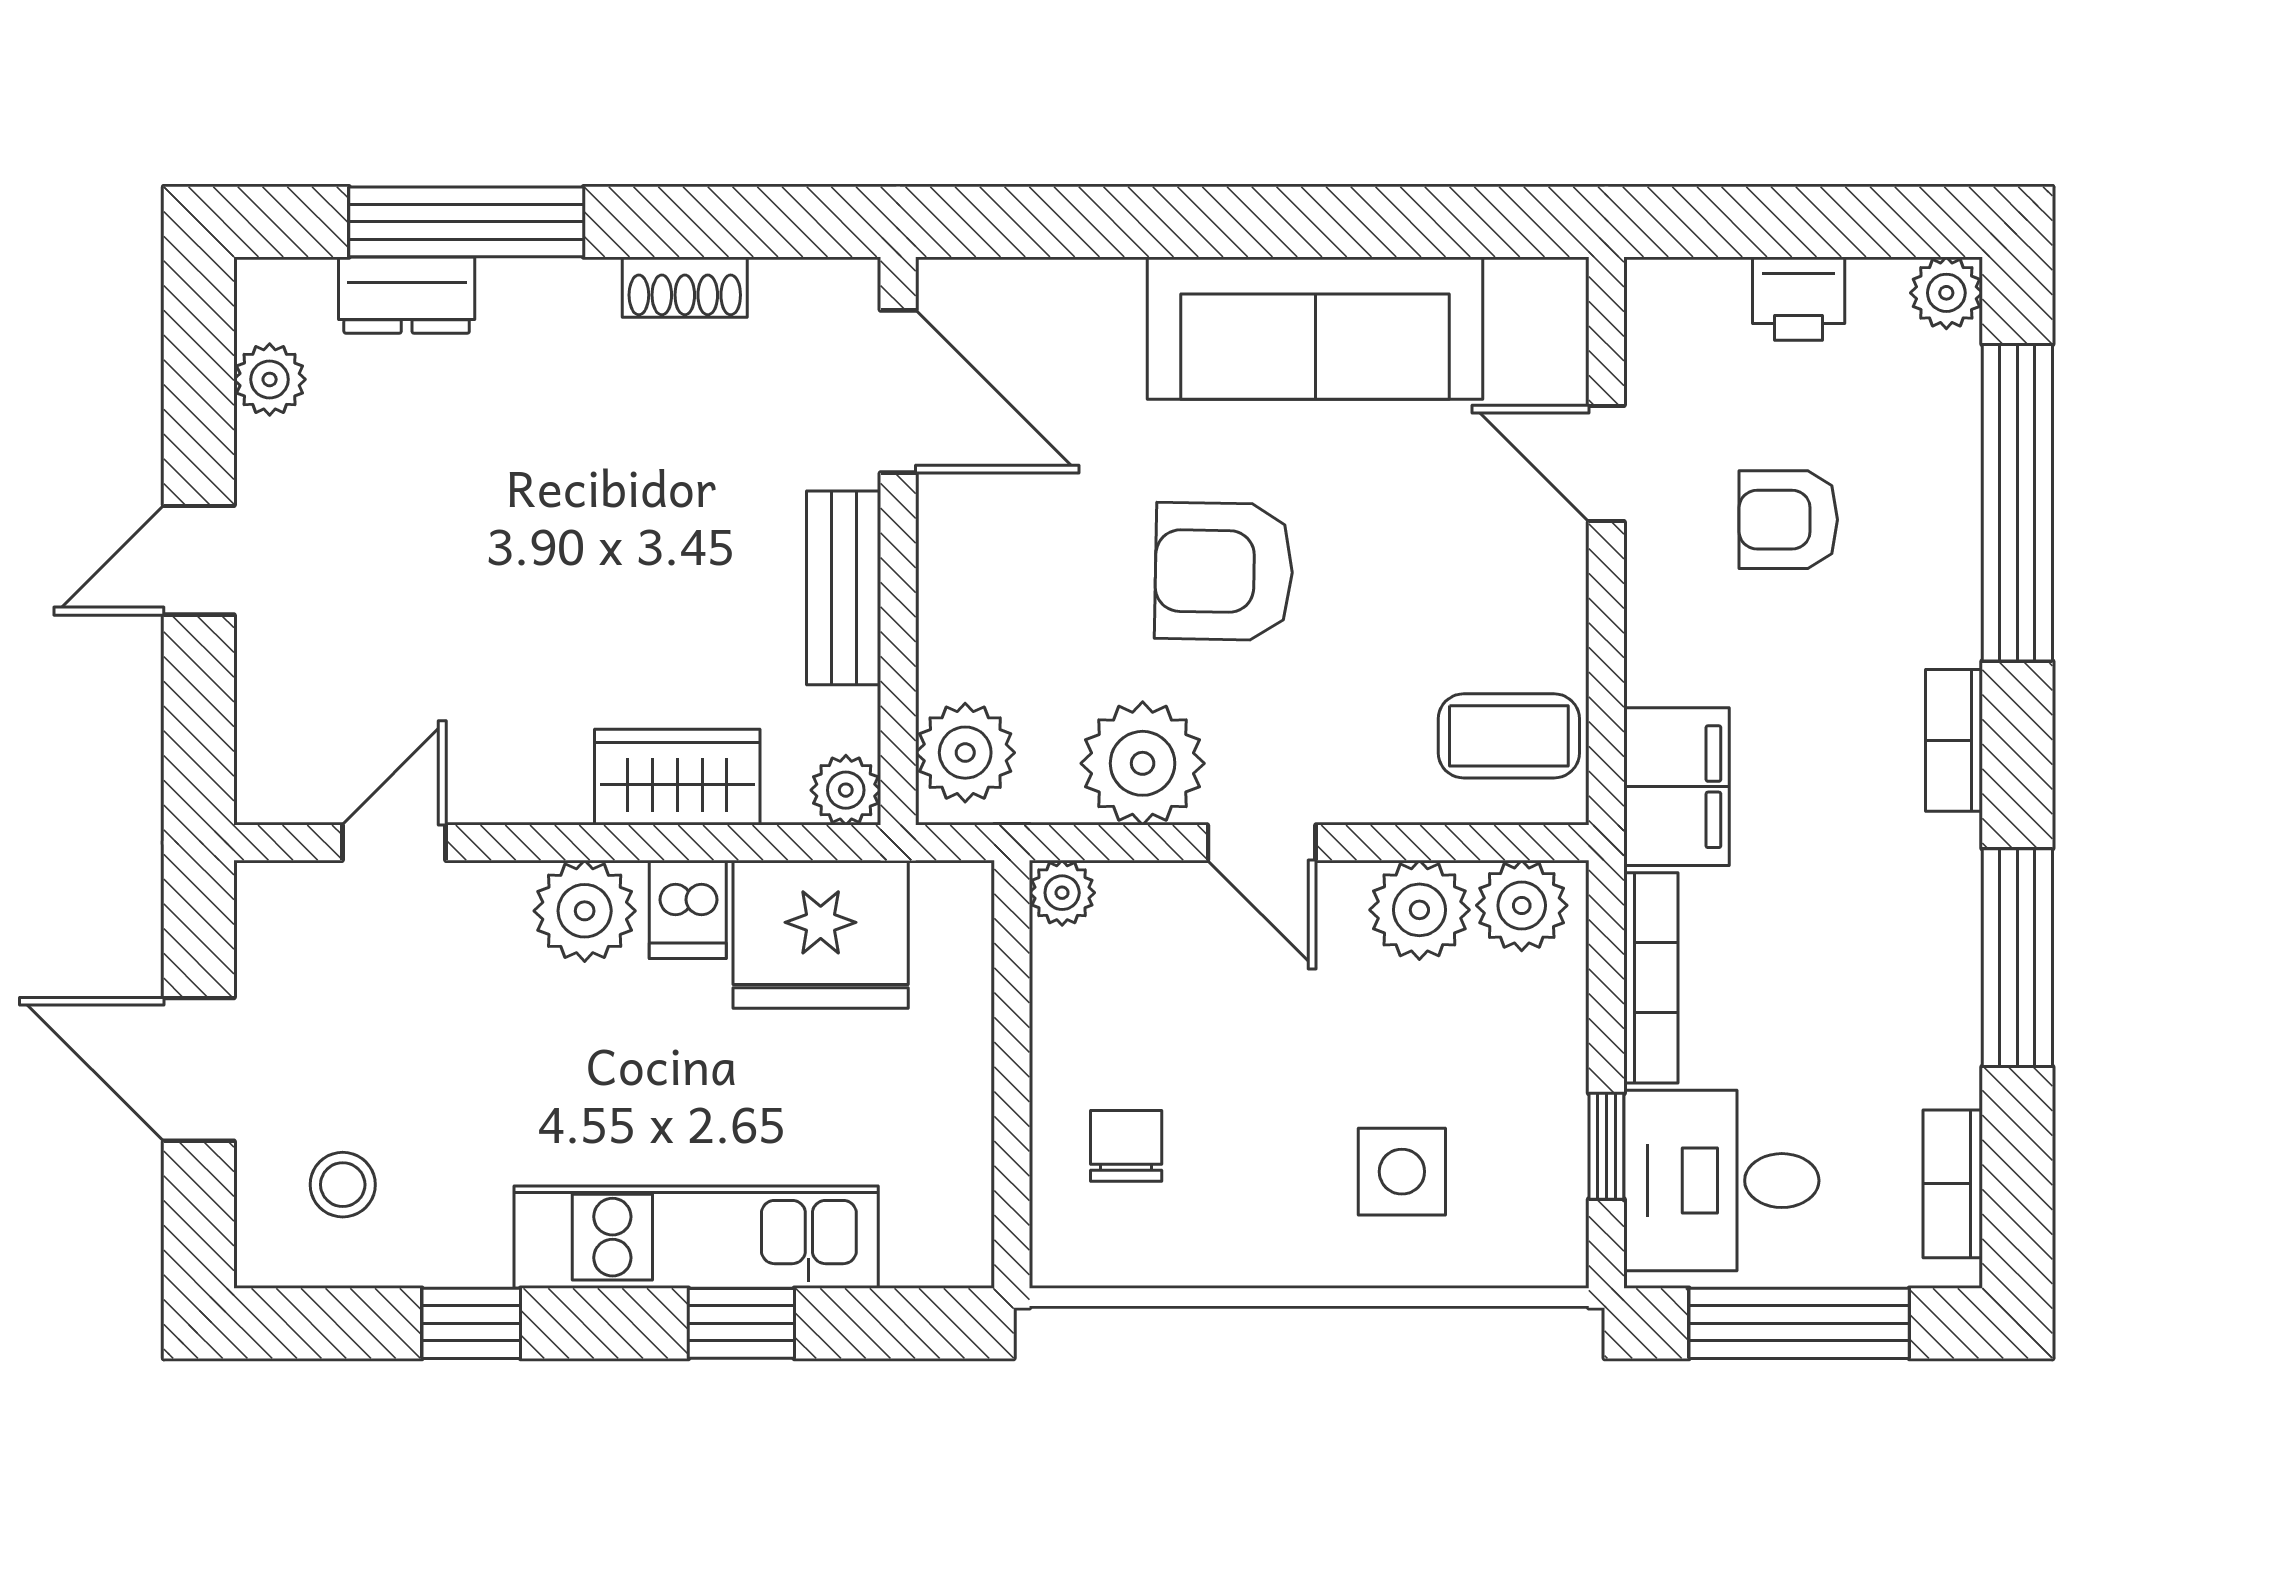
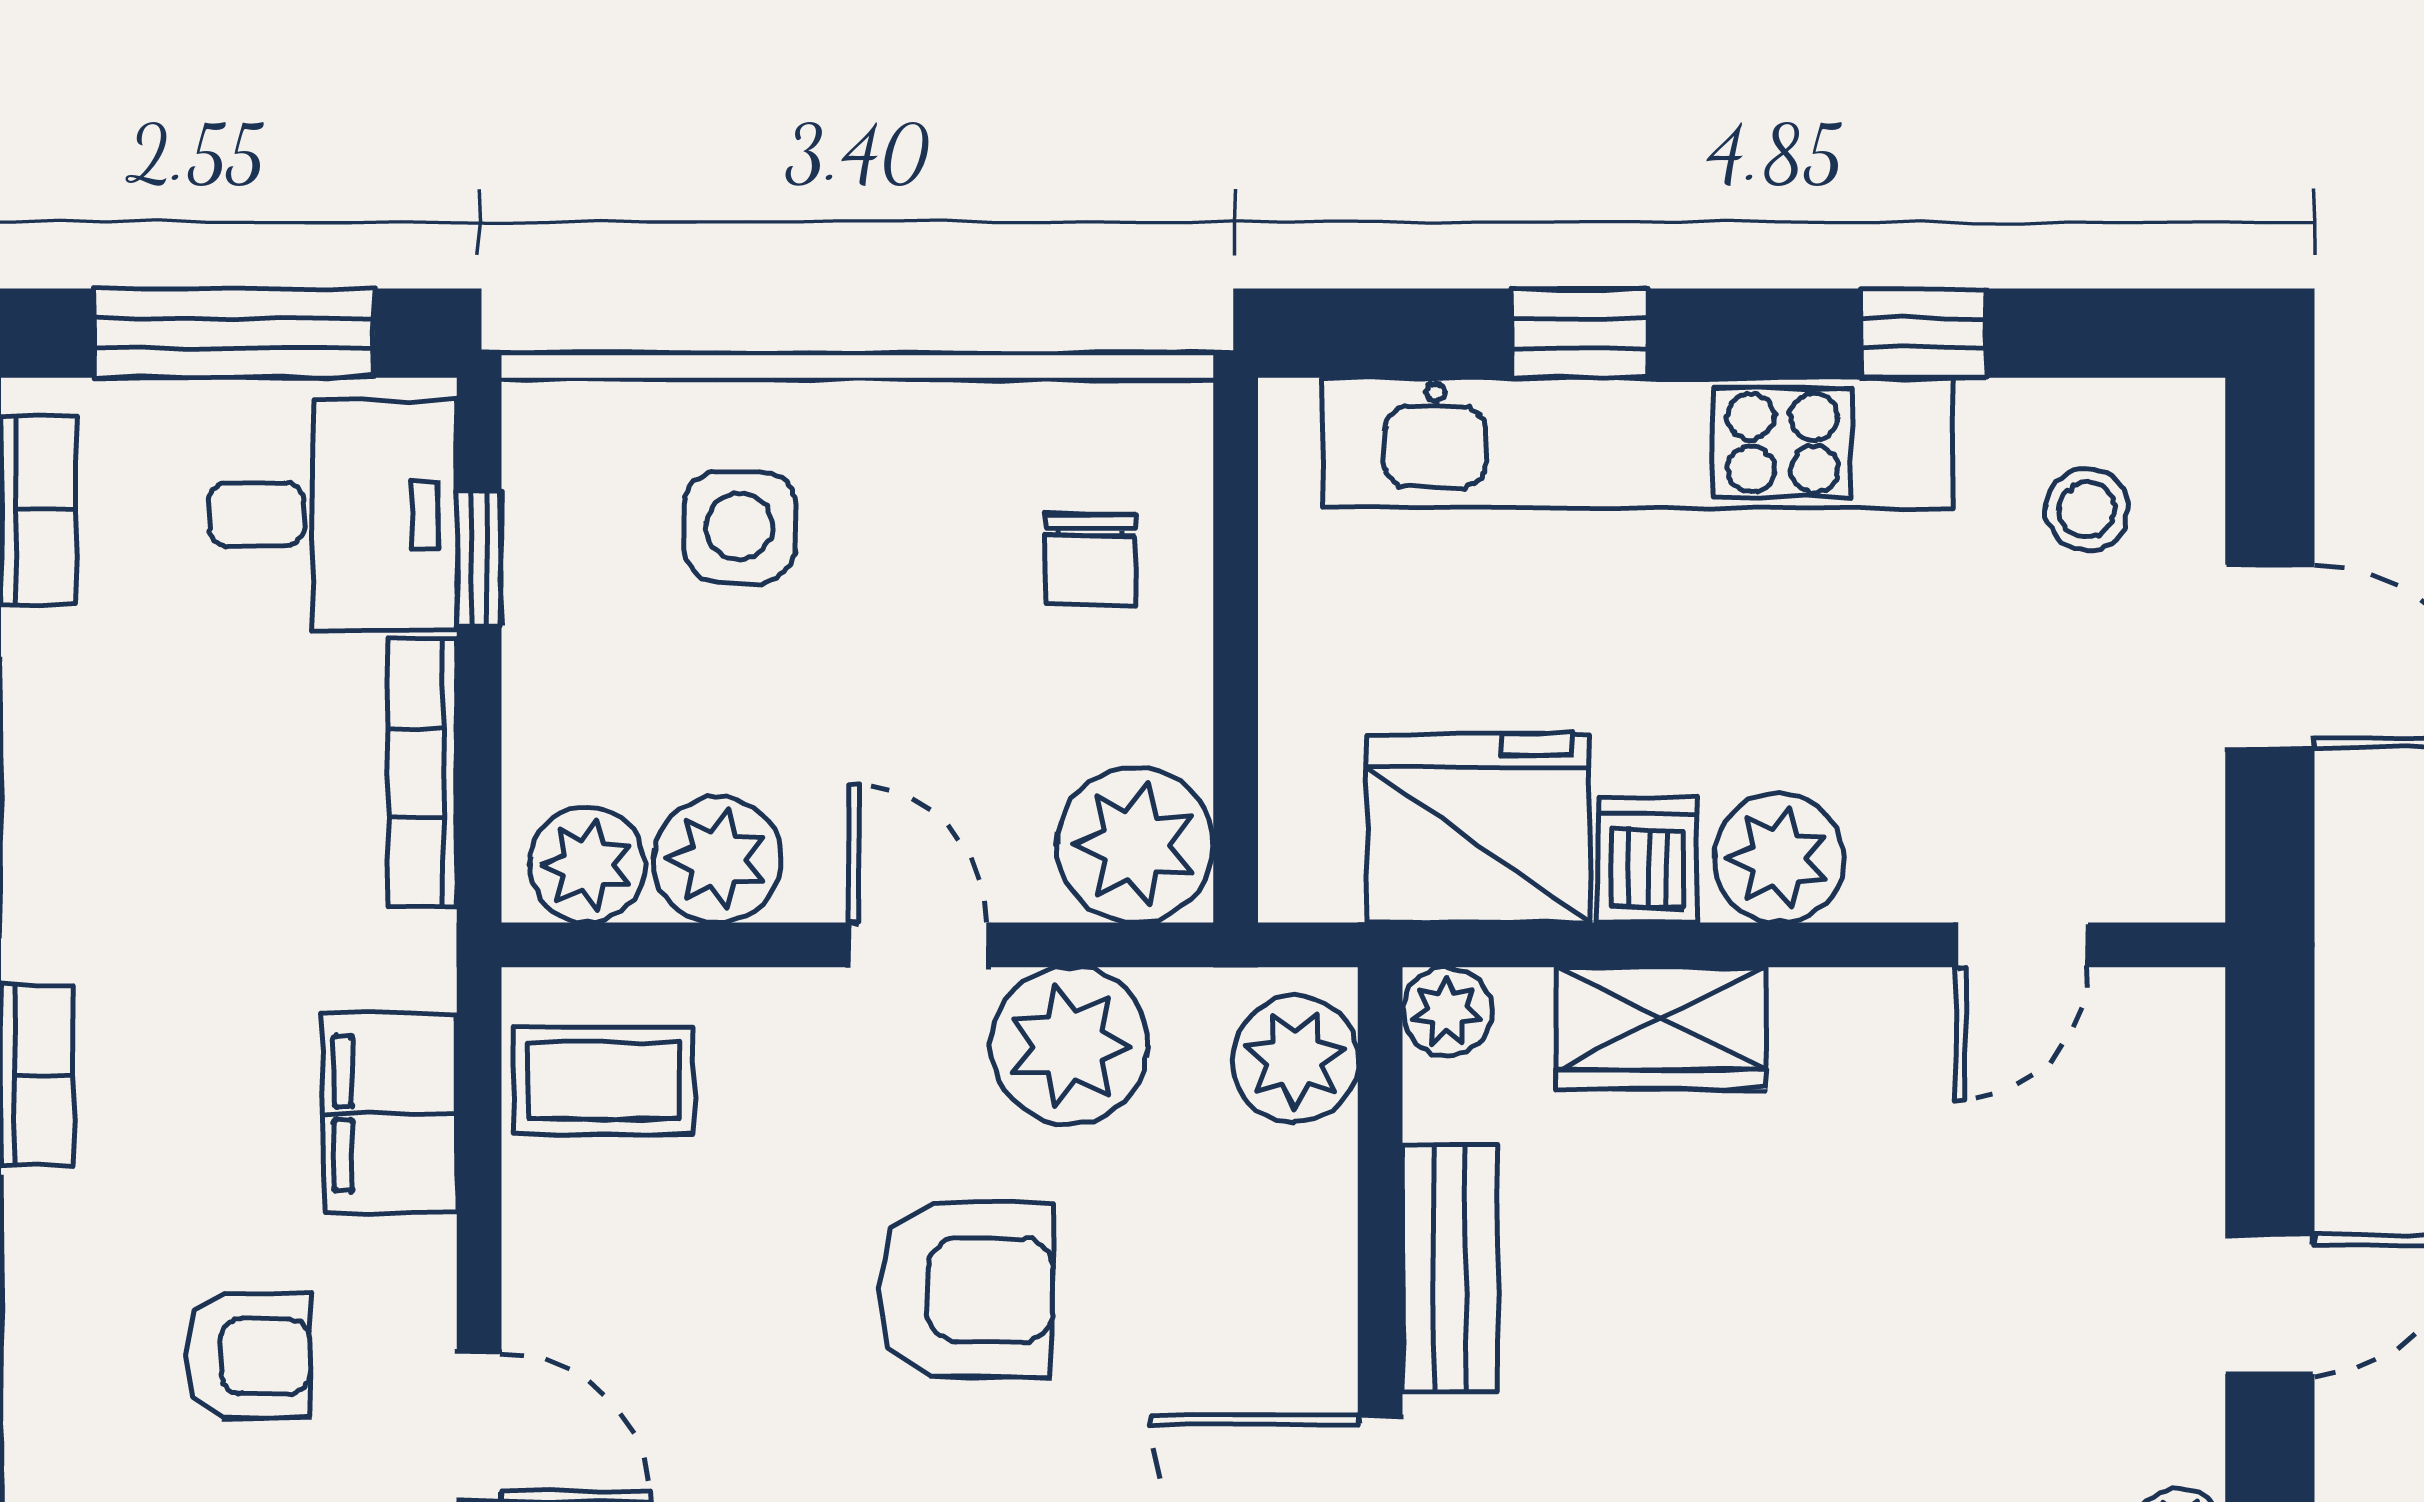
filing cabinet: (1677, 787) -> (390, 1113), moved
plant: (1062, 893) -> (1135, 845), width x1.88, depth x1.88
kitchen unit: (696, 1237) -> (1637, 443), width x1.36

